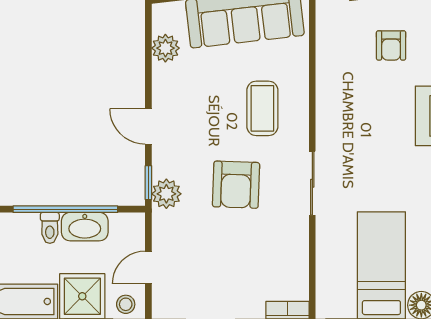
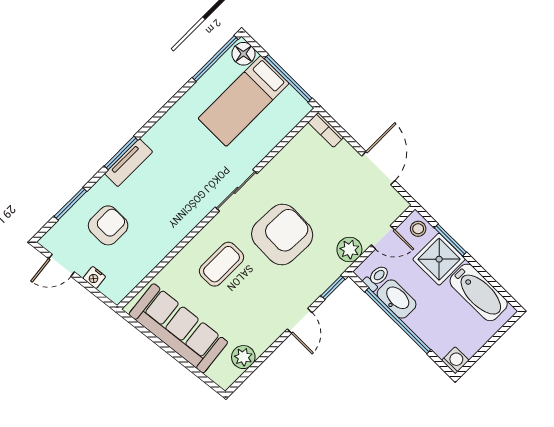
armchair: (391, 45) -> (108, 225), width x1.38, depth x1.38
armchair: (236, 185) -> (282, 235), width x1.36, depth x1.36
plant: (166, 194) -> (349, 250), moved
toilet: (50, 228) -> (377, 278), moved

